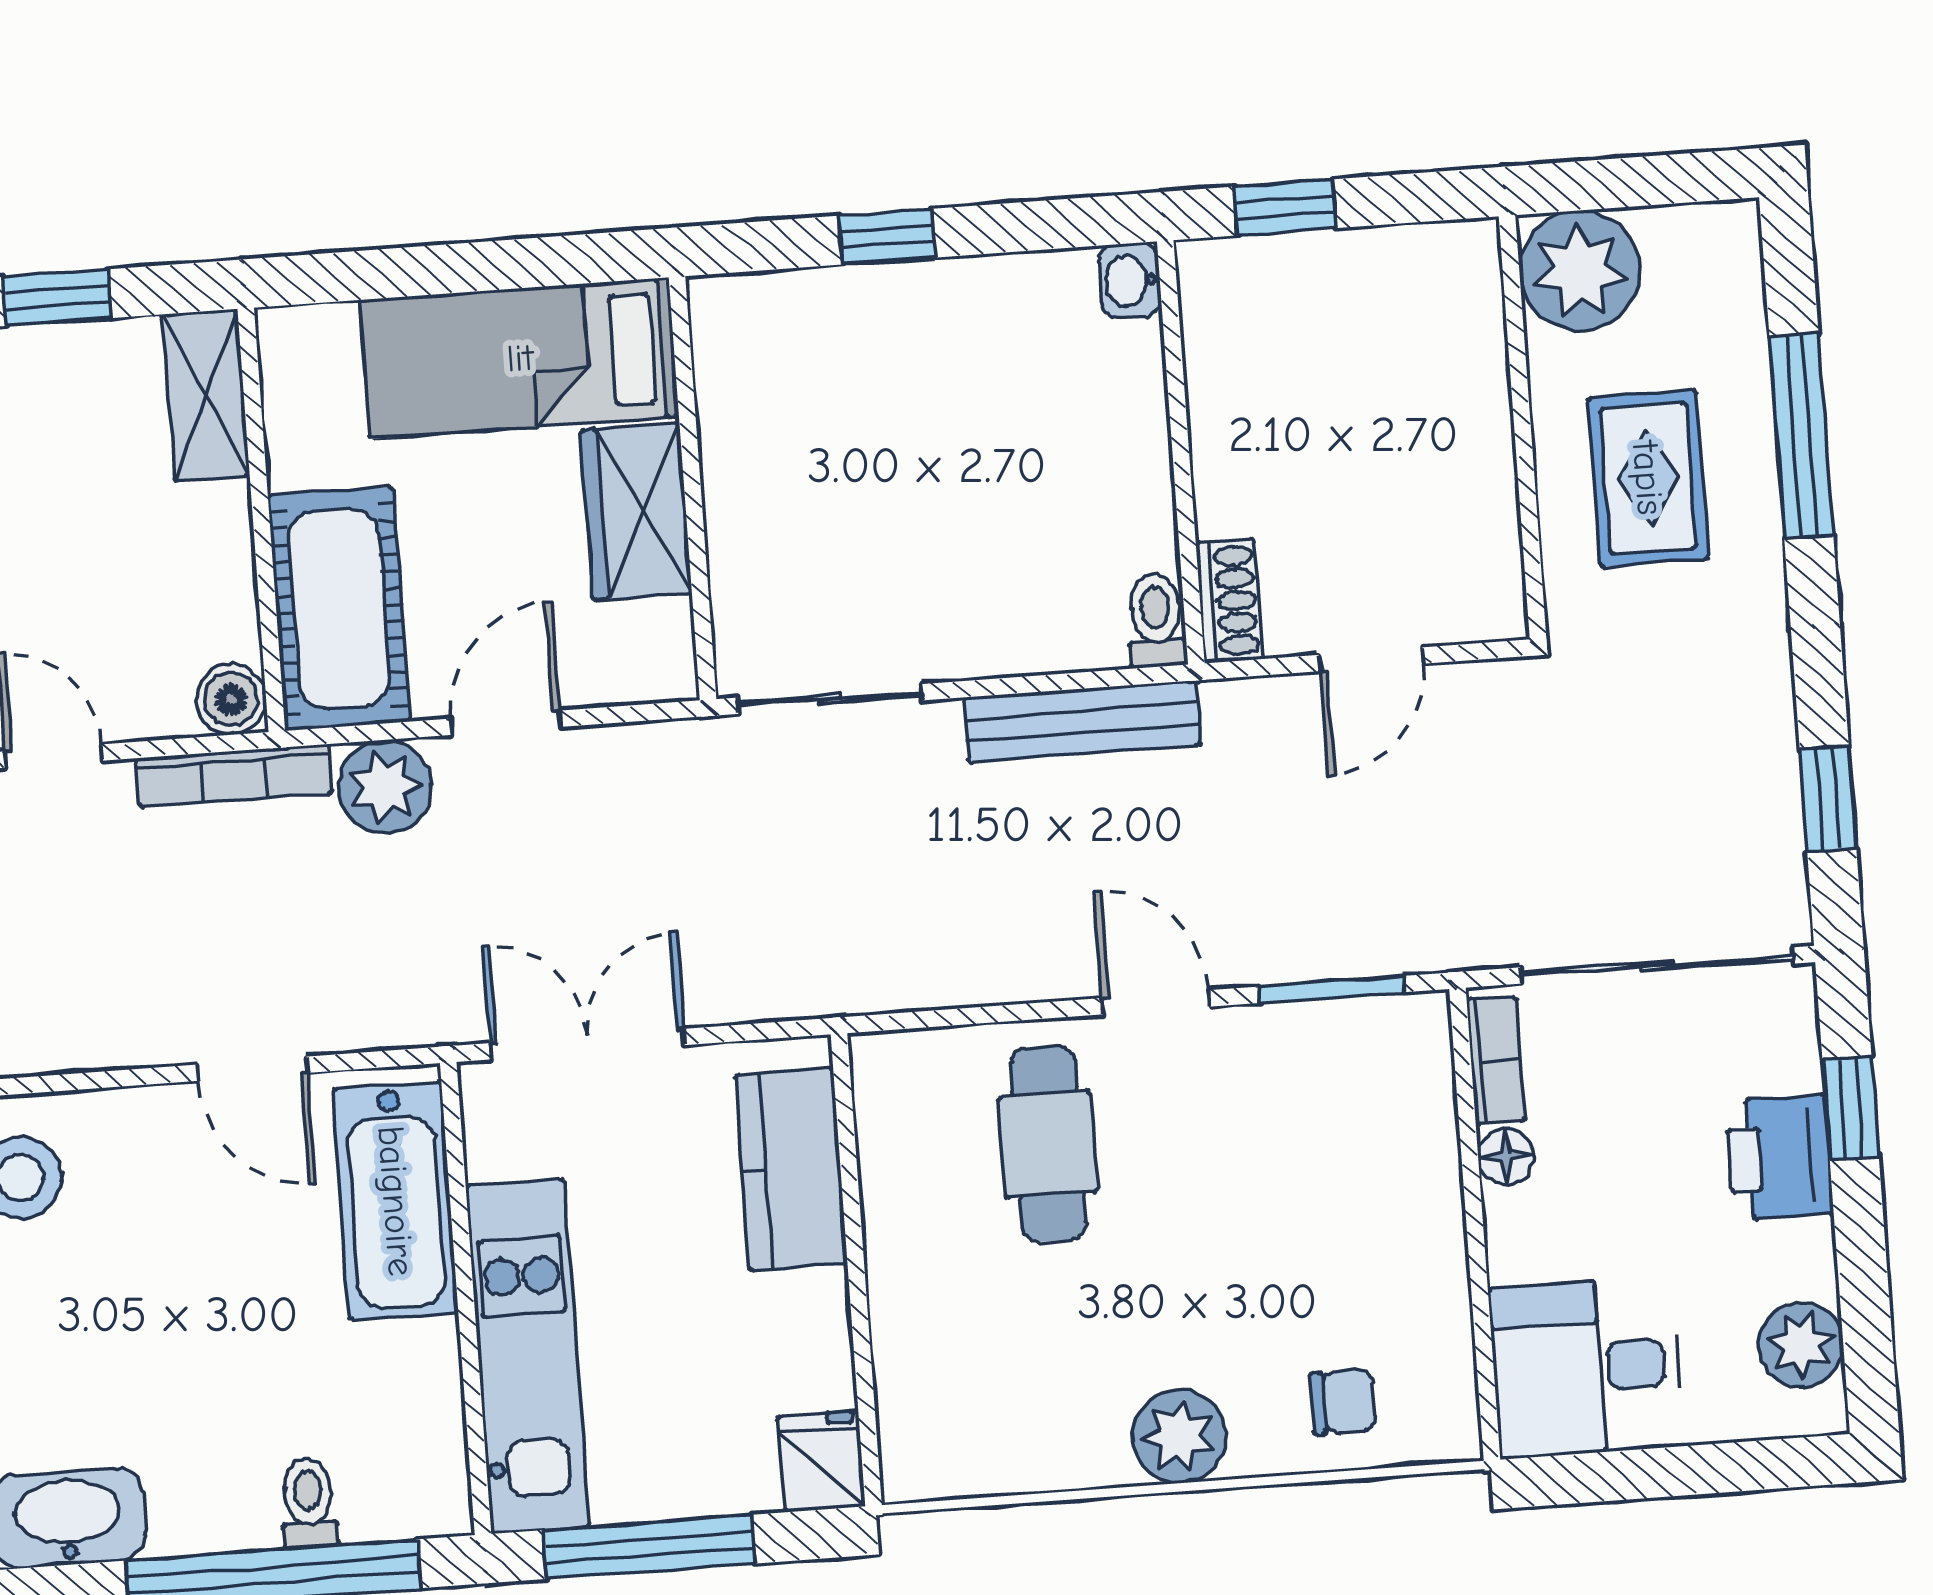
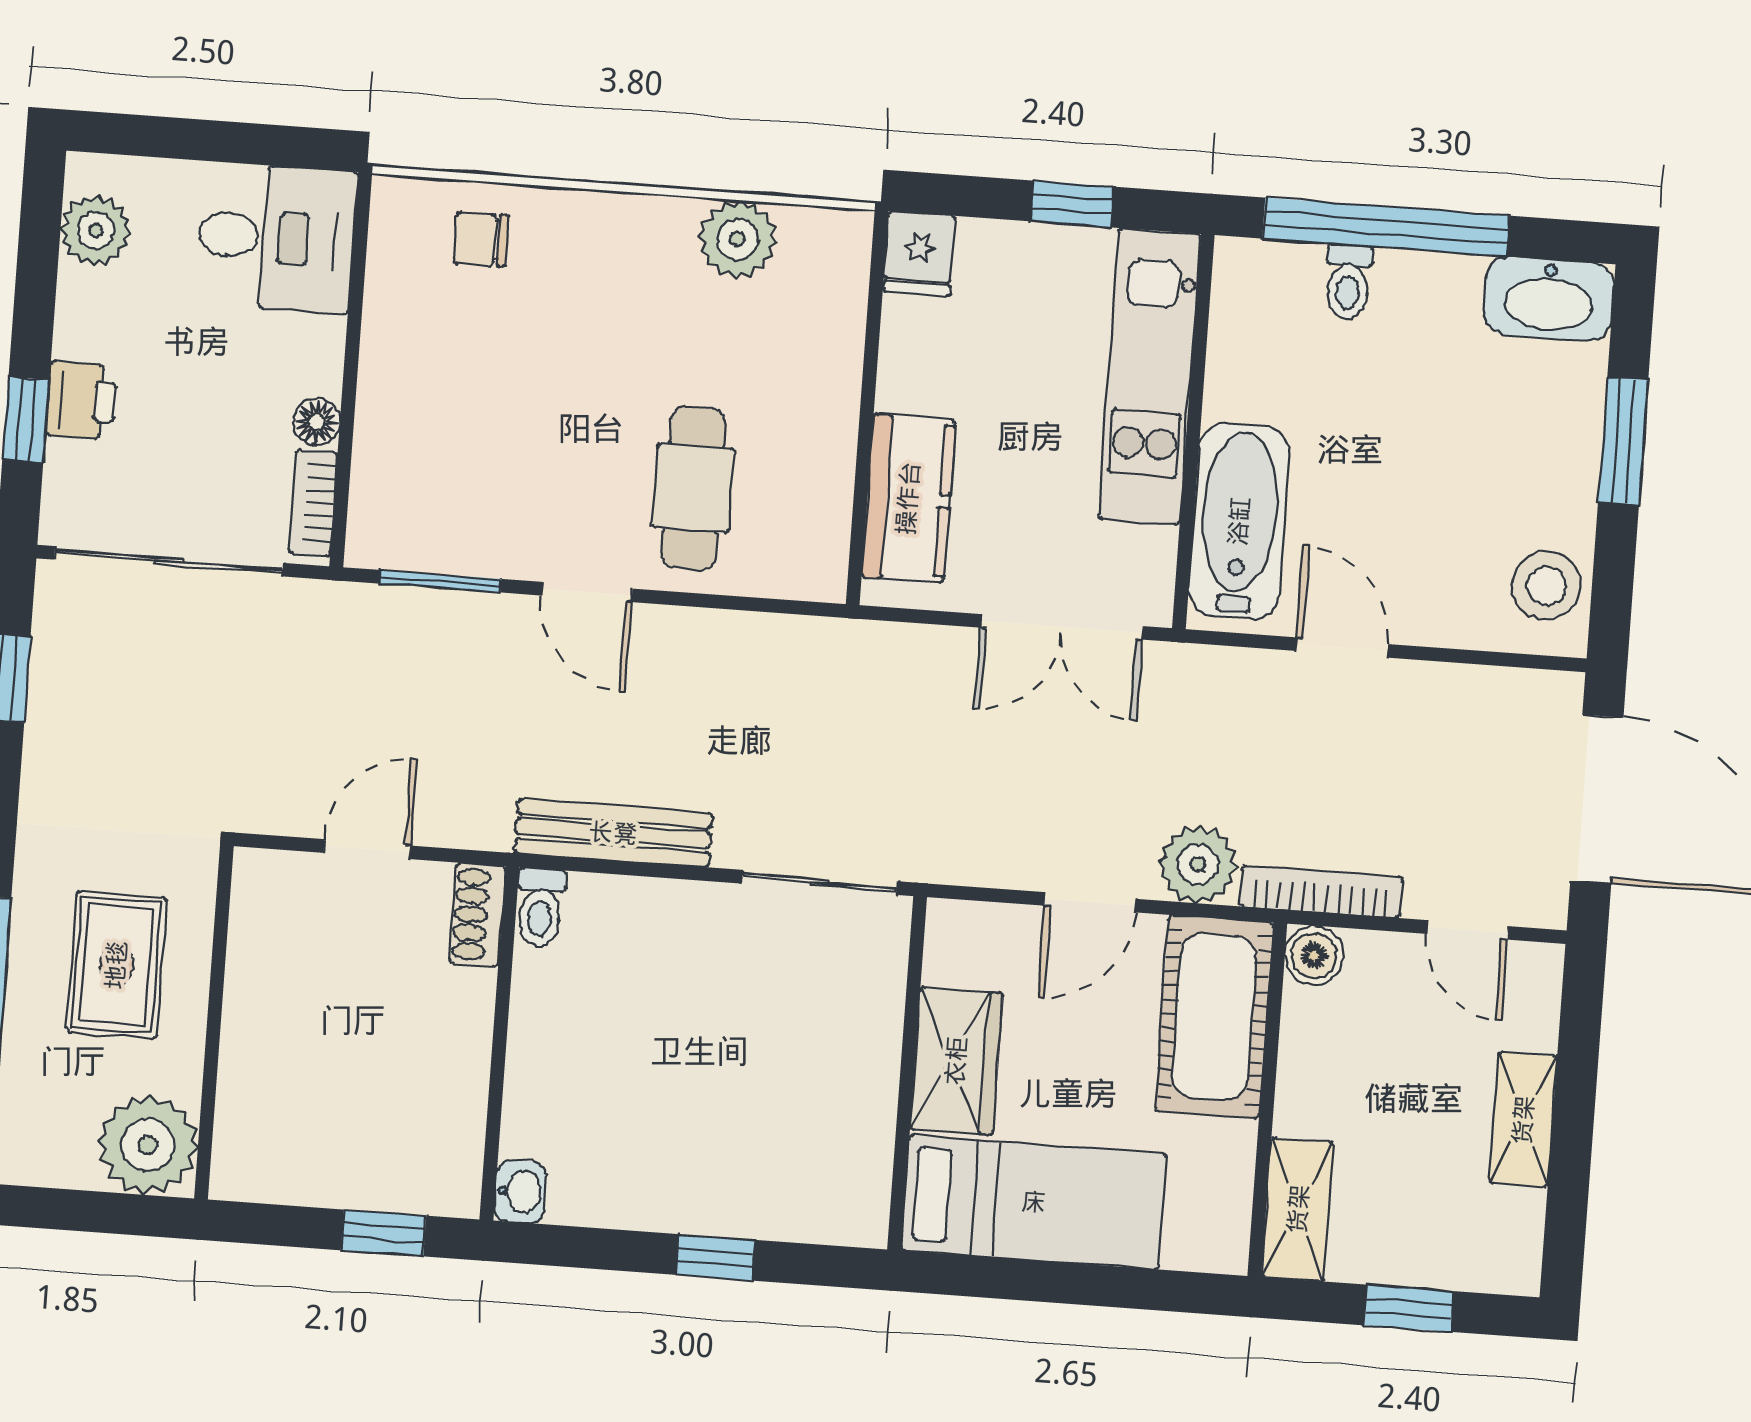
printer: (1780, 1158) -> (81, 400), width x0.73, depth x0.81
plant: (1179, 1436) -> (738, 239), moved
window: (649, 1547) -> (1072, 204), width x0.46

